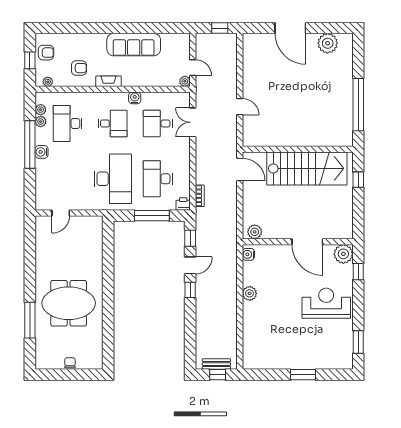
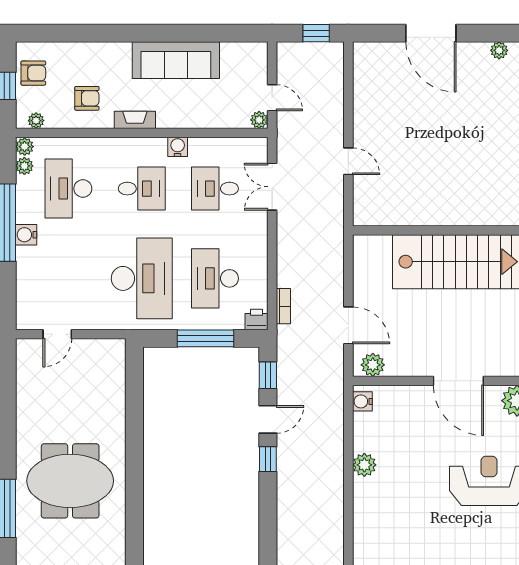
plant: (328, 43) -> (499, 50), width x0.53, depth x0.53
plant: (41, 122) -> (25, 147), moved
door: (240, 170) -> (348, 325), moved

